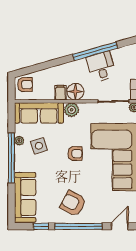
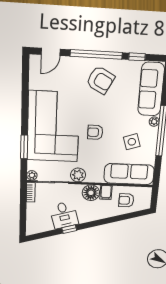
window: (95, 51) -> (69, 229), width x0.32
armchair: (25, 85) -> (126, 200), moved
plant: (72, 110) -> (78, 175), moved
plant: (19, 141) -> (154, 122), moved

